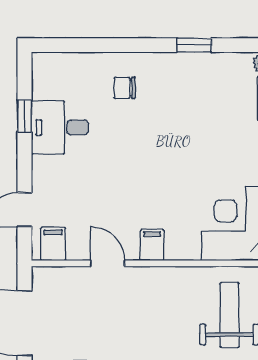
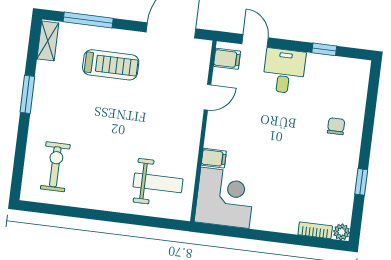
desk: (60, 127) -> (284, 71), moved
filing cabinet: (152, 245) -> (214, 158), moved

